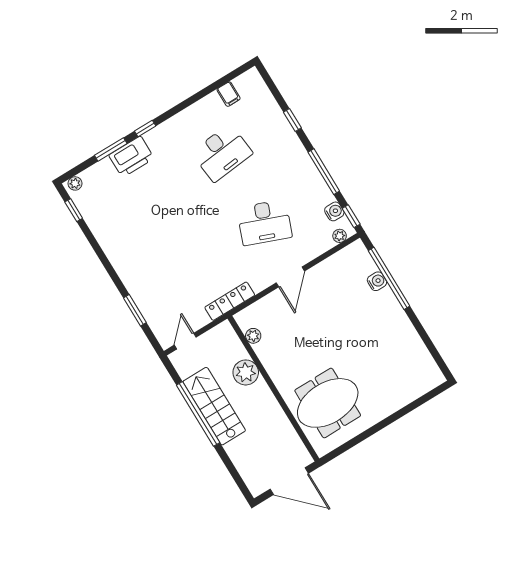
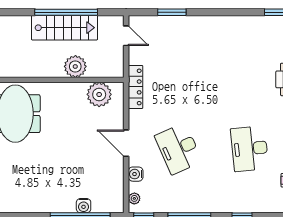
water cooler: (334, 211) -> (136, 174), moved, turned 90
desk: (264, 222) -> (178, 149), turned -45
plant: (253, 336) -> (99, 94), width x1.88, depth x1.88

